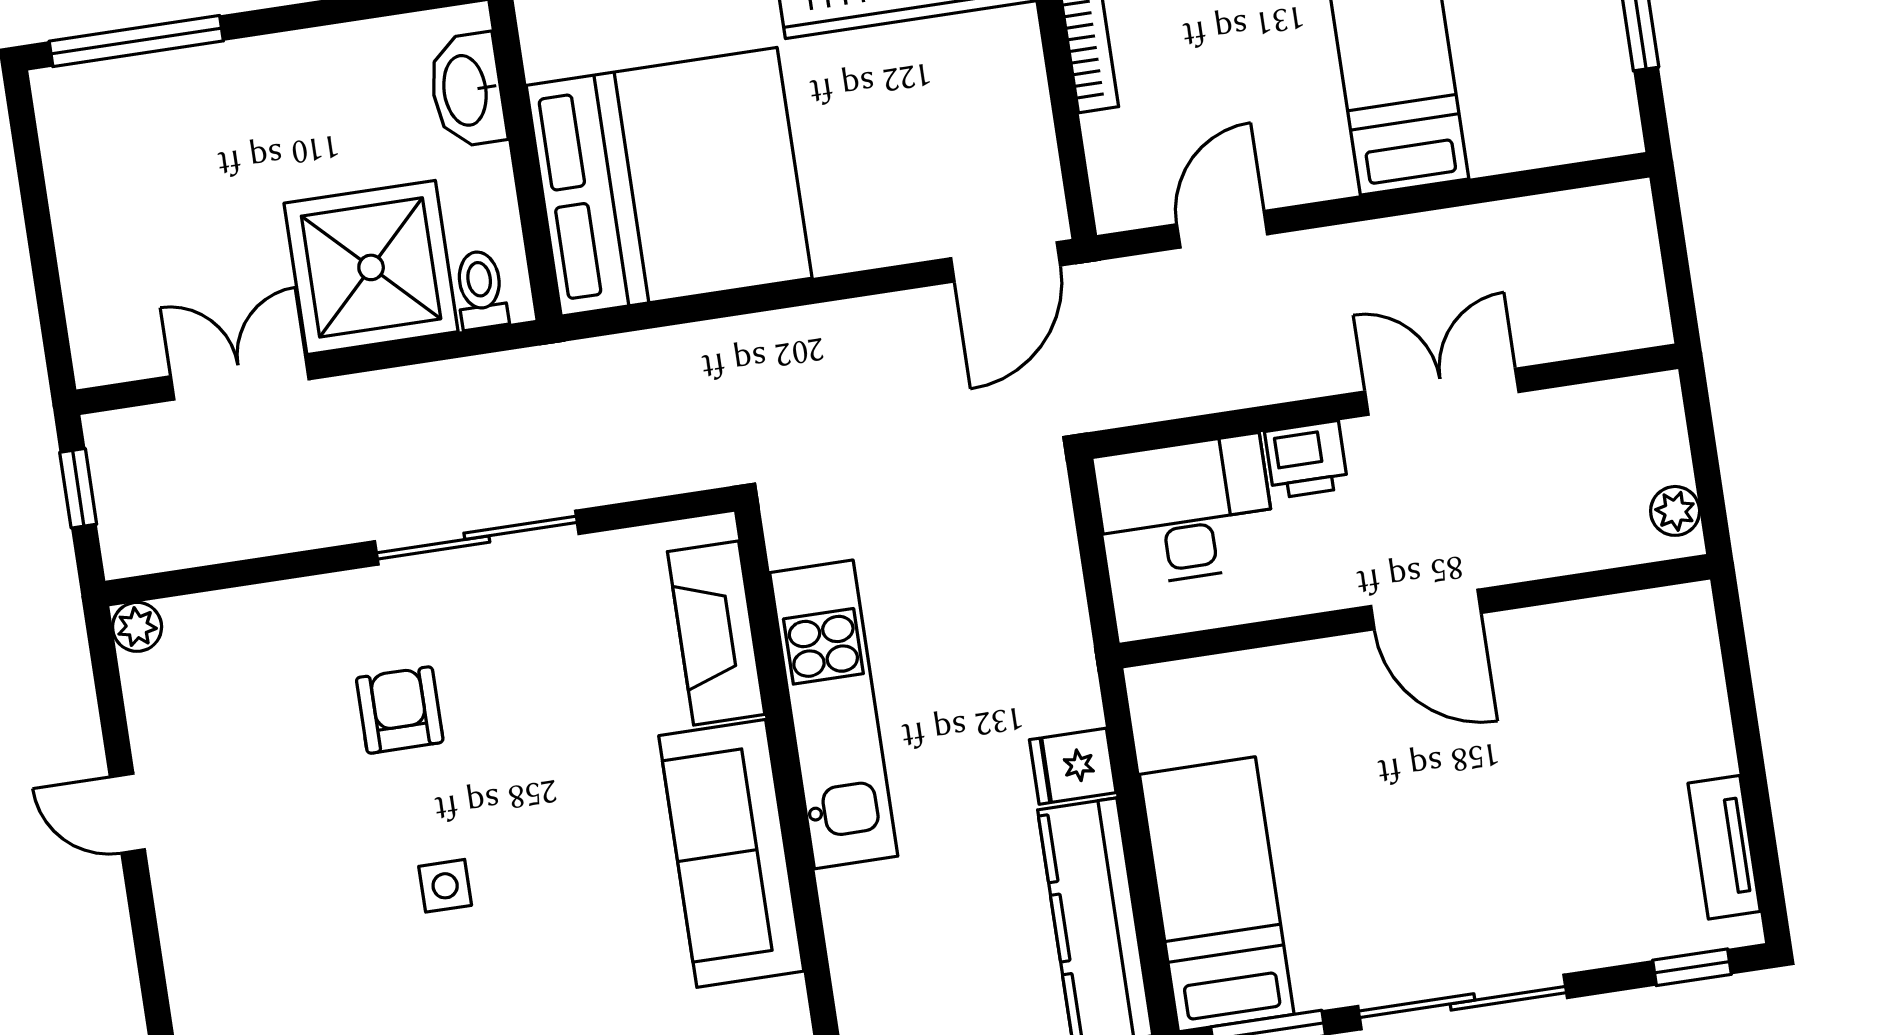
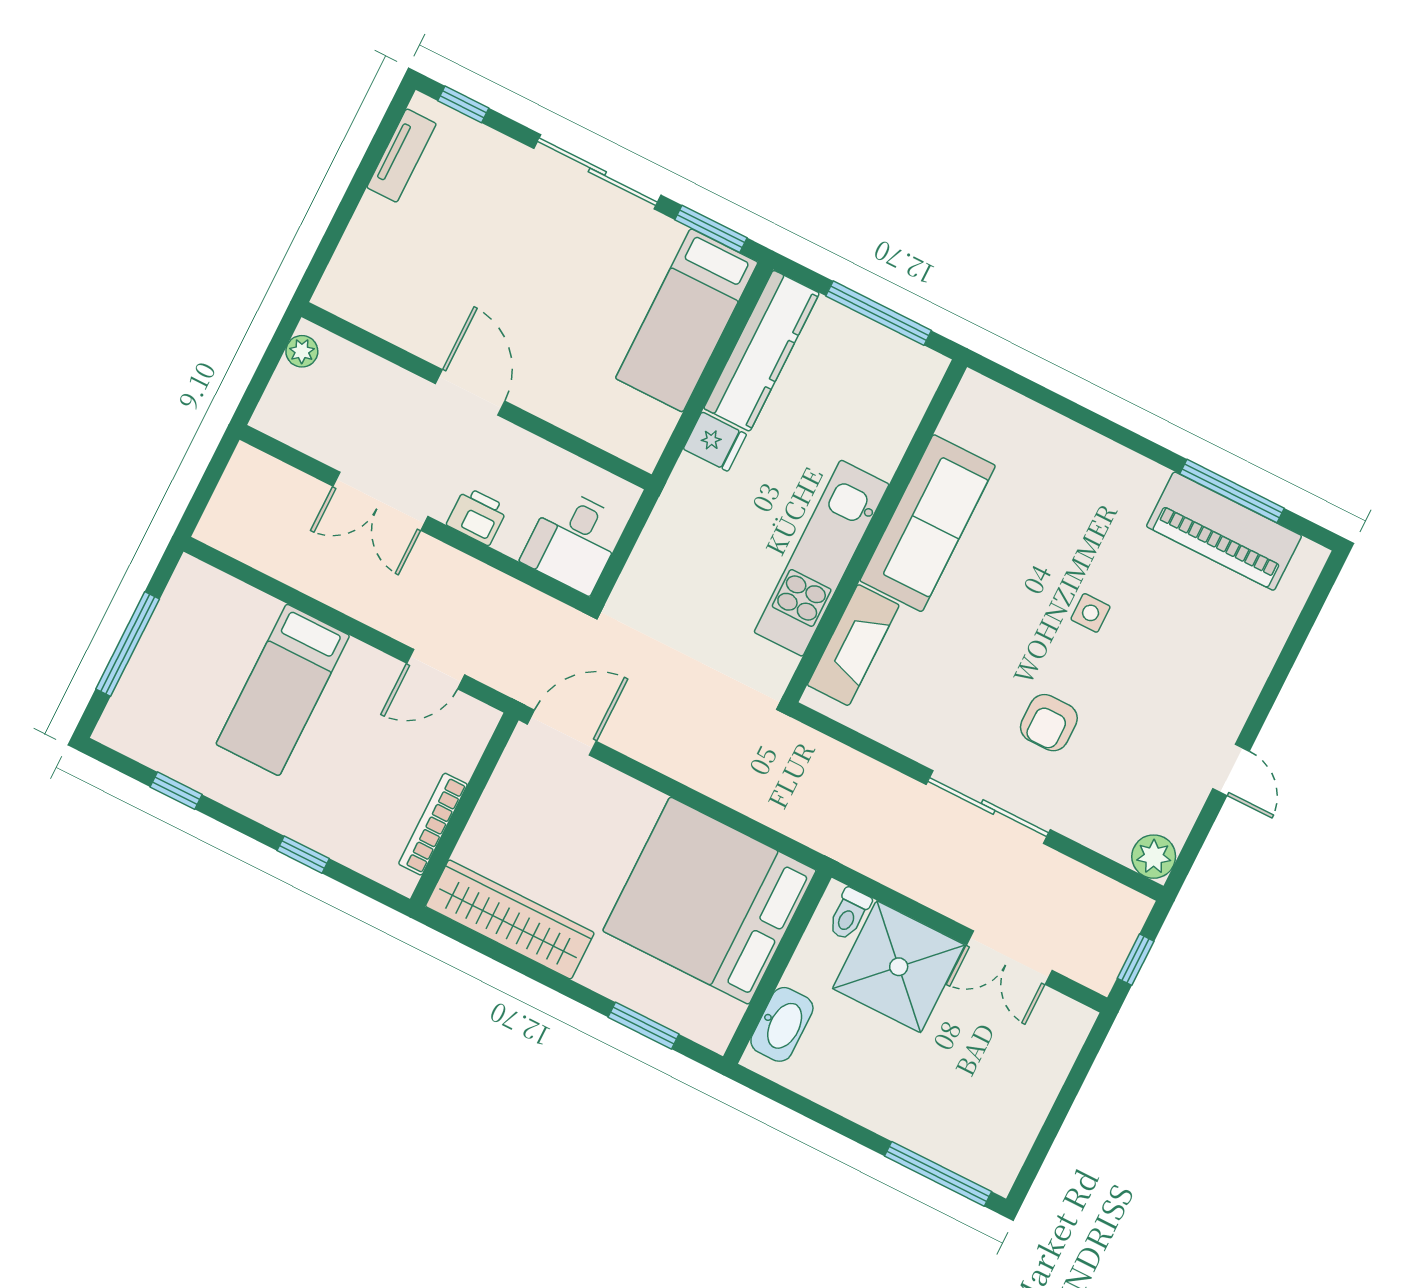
desk: (1185, 511) -> (573, 541), width x0.73
sliding door: (477, 538) -> (988, 807), moved
plant: (137, 627) -> (1154, 857), width x1.38, depth x1.38

